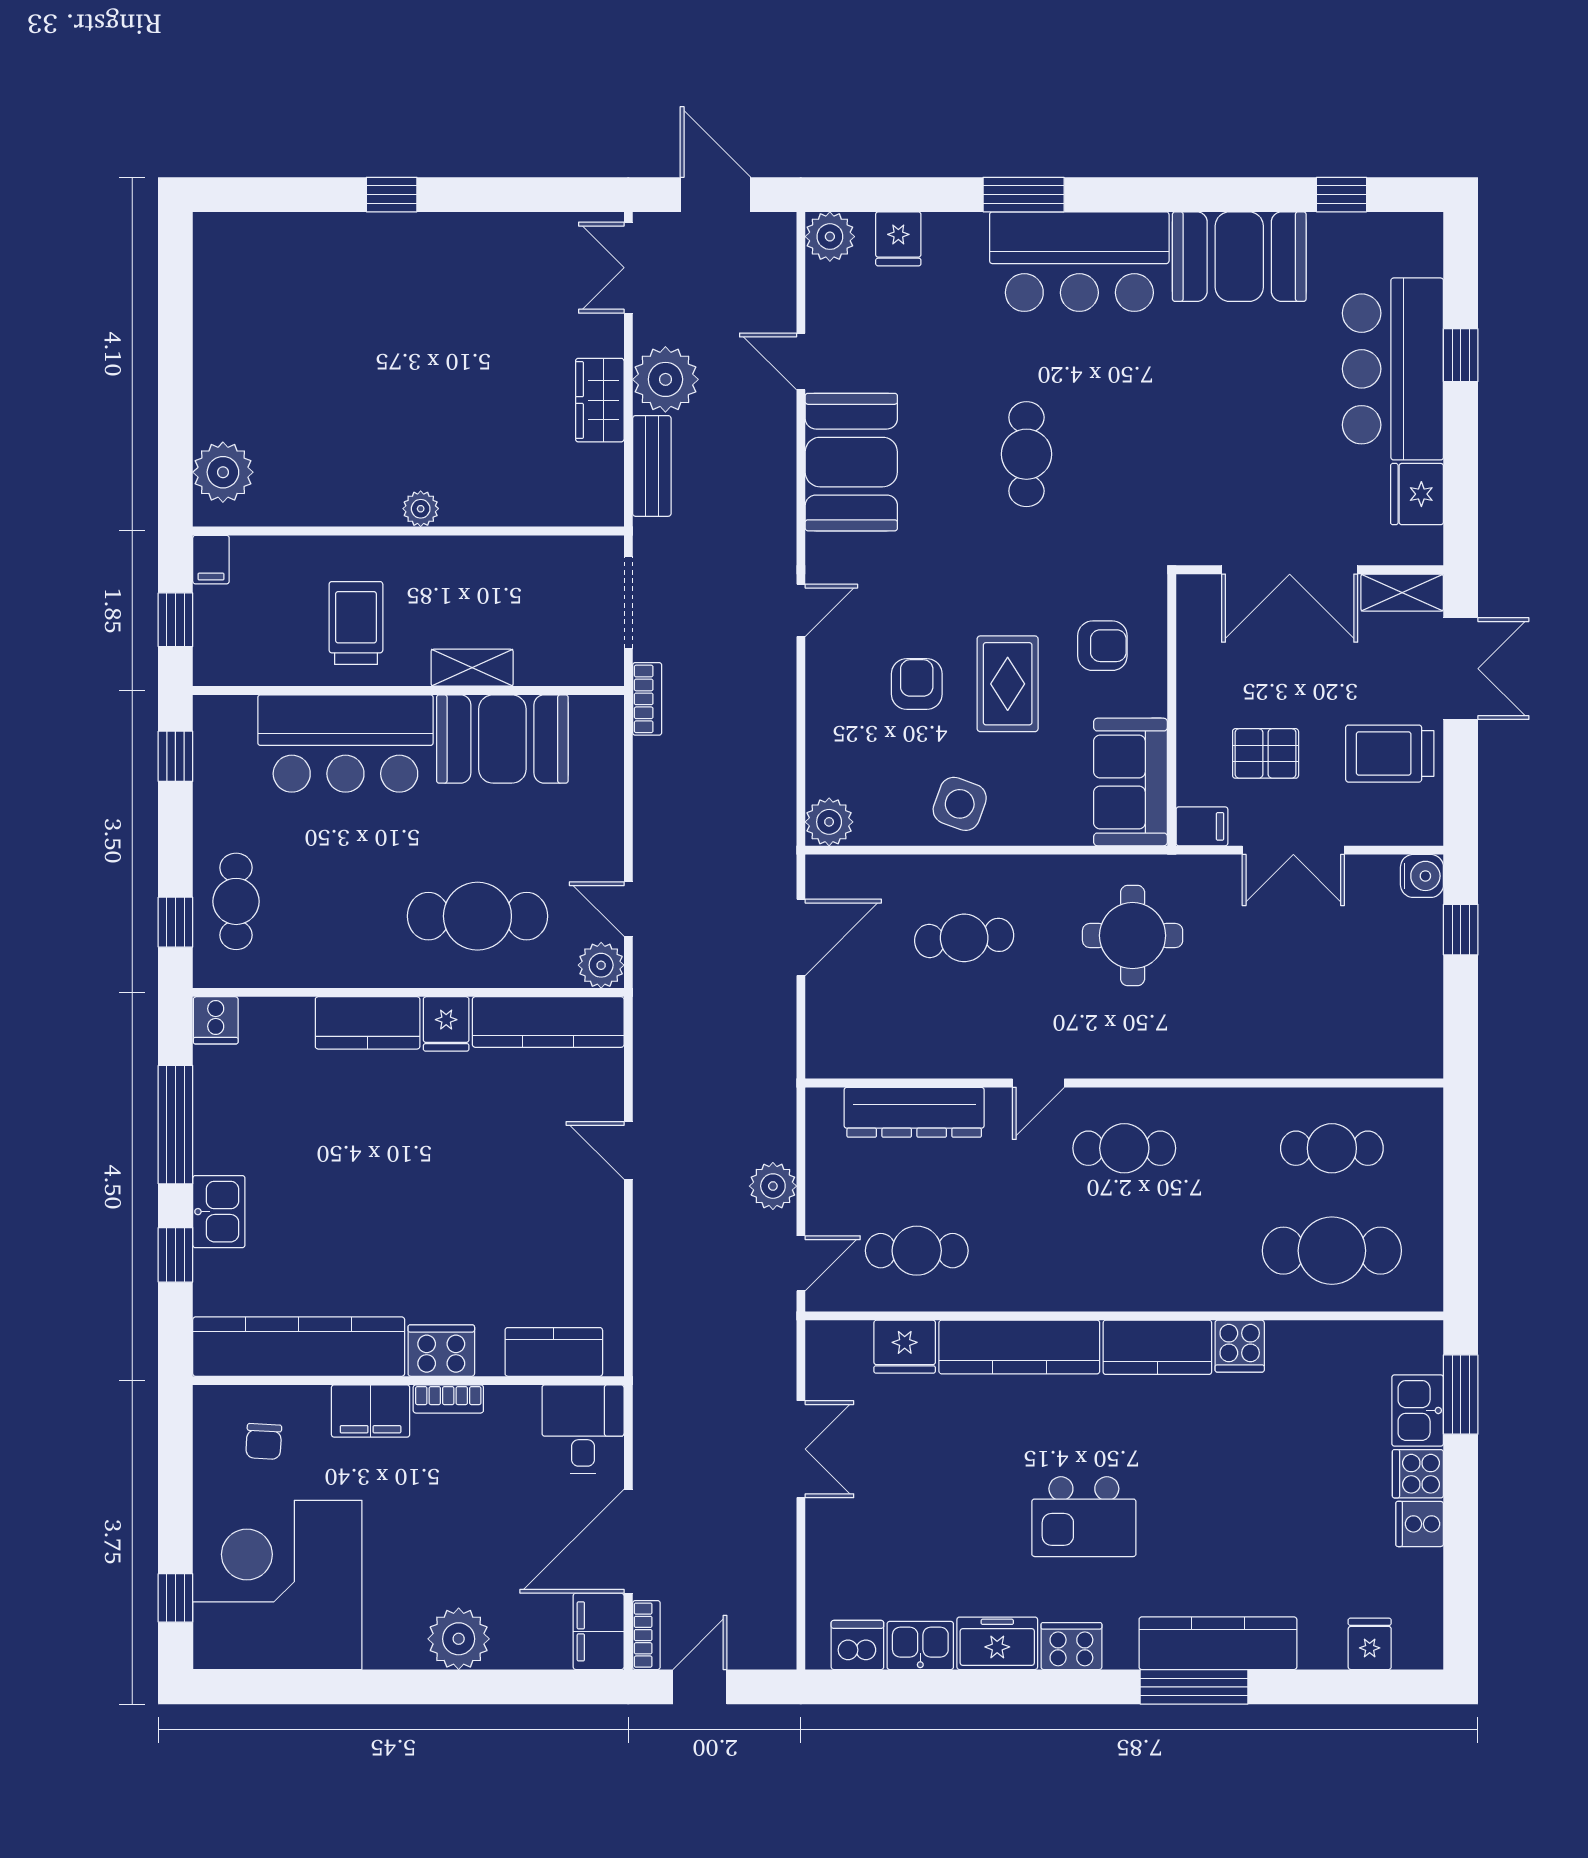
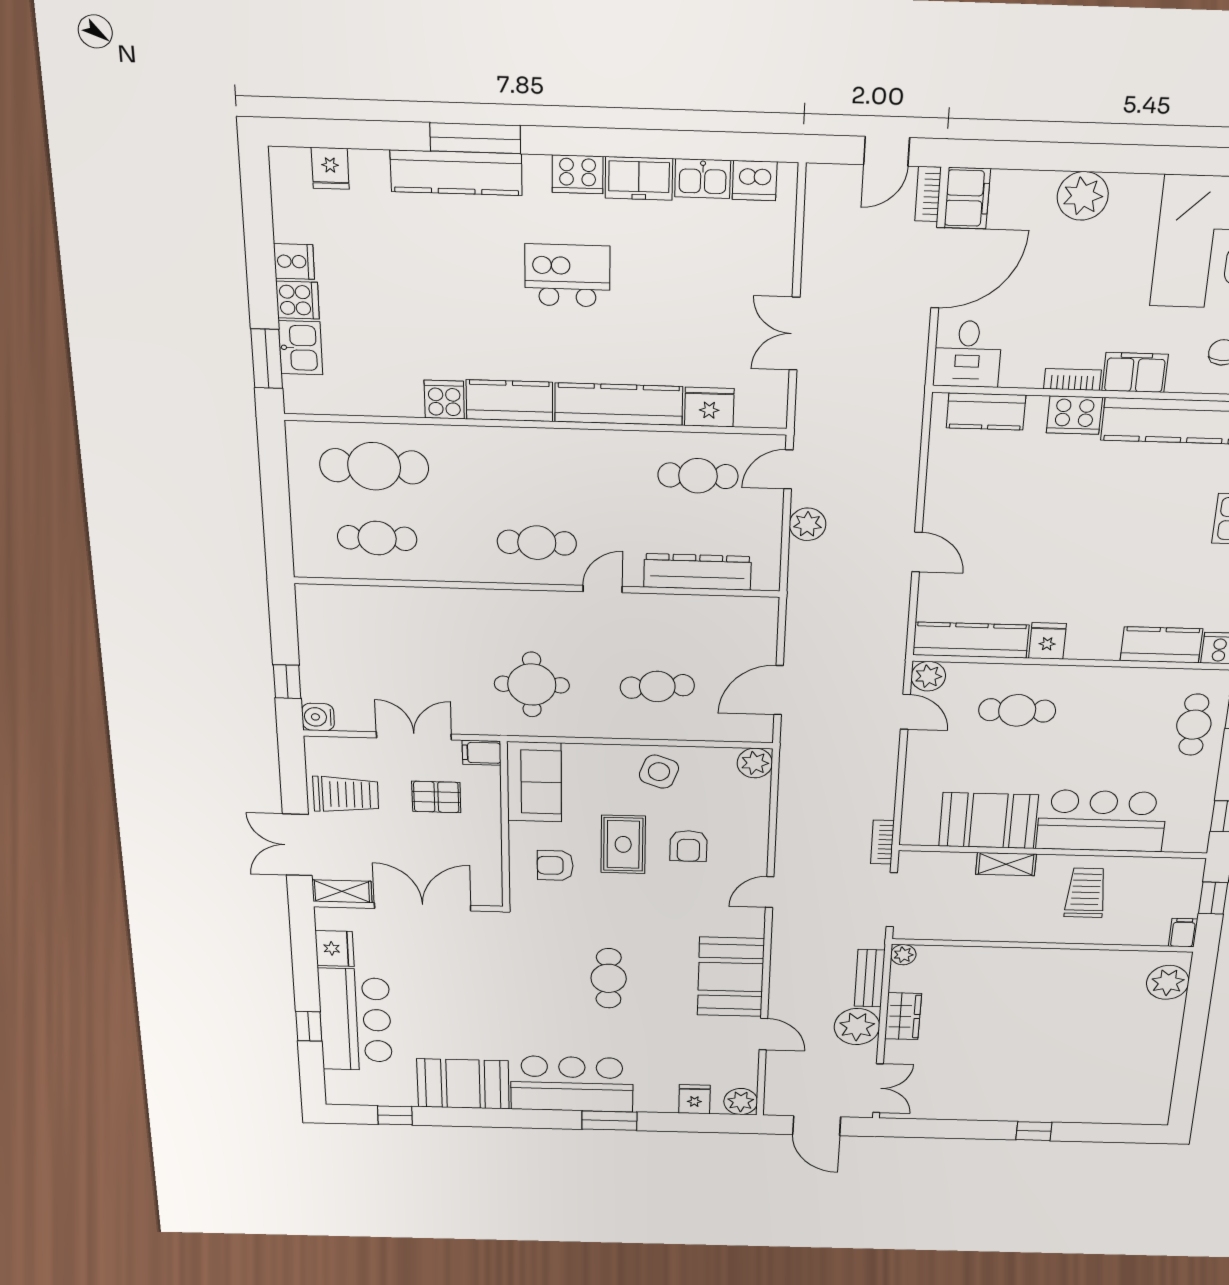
plant: (421, 509) -> (903, 955), moved
trolley: (356, 623) -> (1086, 893), turned 180
cafe table: (477, 916) -> (1017, 710), width x0.73, depth x0.74
kitchen counter: (368, 1023) -> (1161, 645), moved

